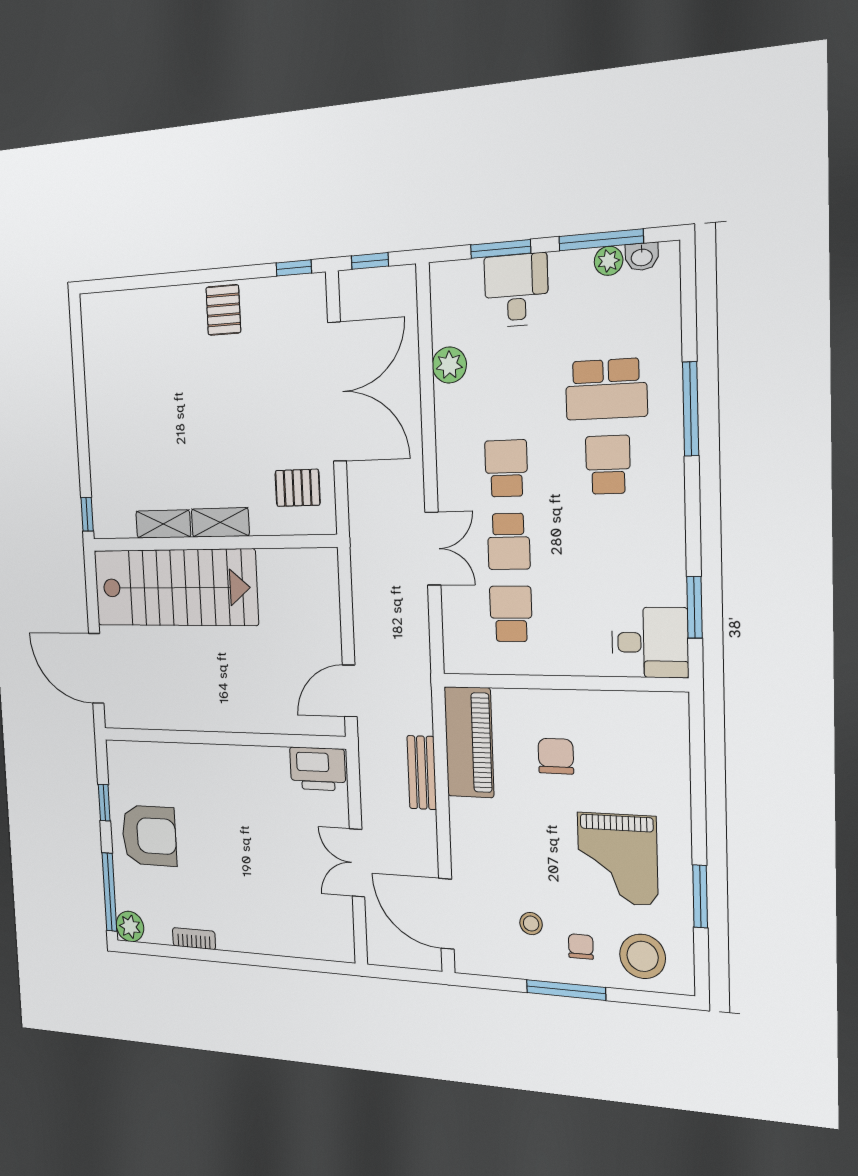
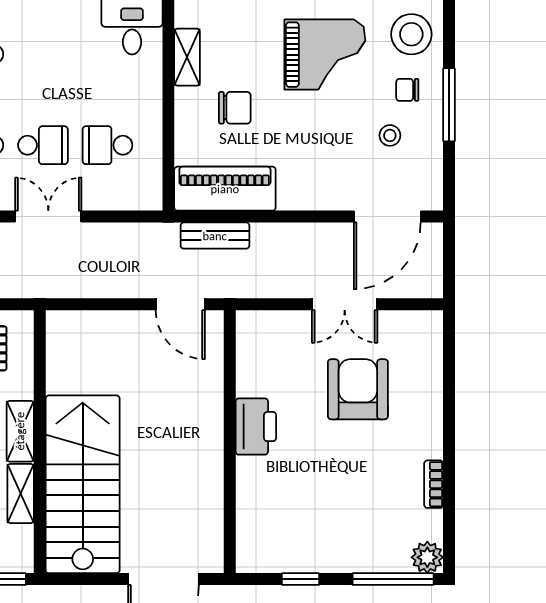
shelving: (611, 705) -> (187, 57), added
chair: (556, 756) -> (235, 108), turned 180
printer: (318, 769) -> (256, 427), moved
bench: (422, 773) -> (215, 236), moved
armchair: (149, 836) -> (358, 389), moved

